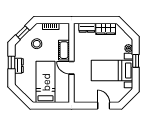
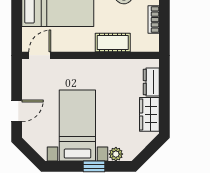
door: (72, 68) -> (40, 55), moved

